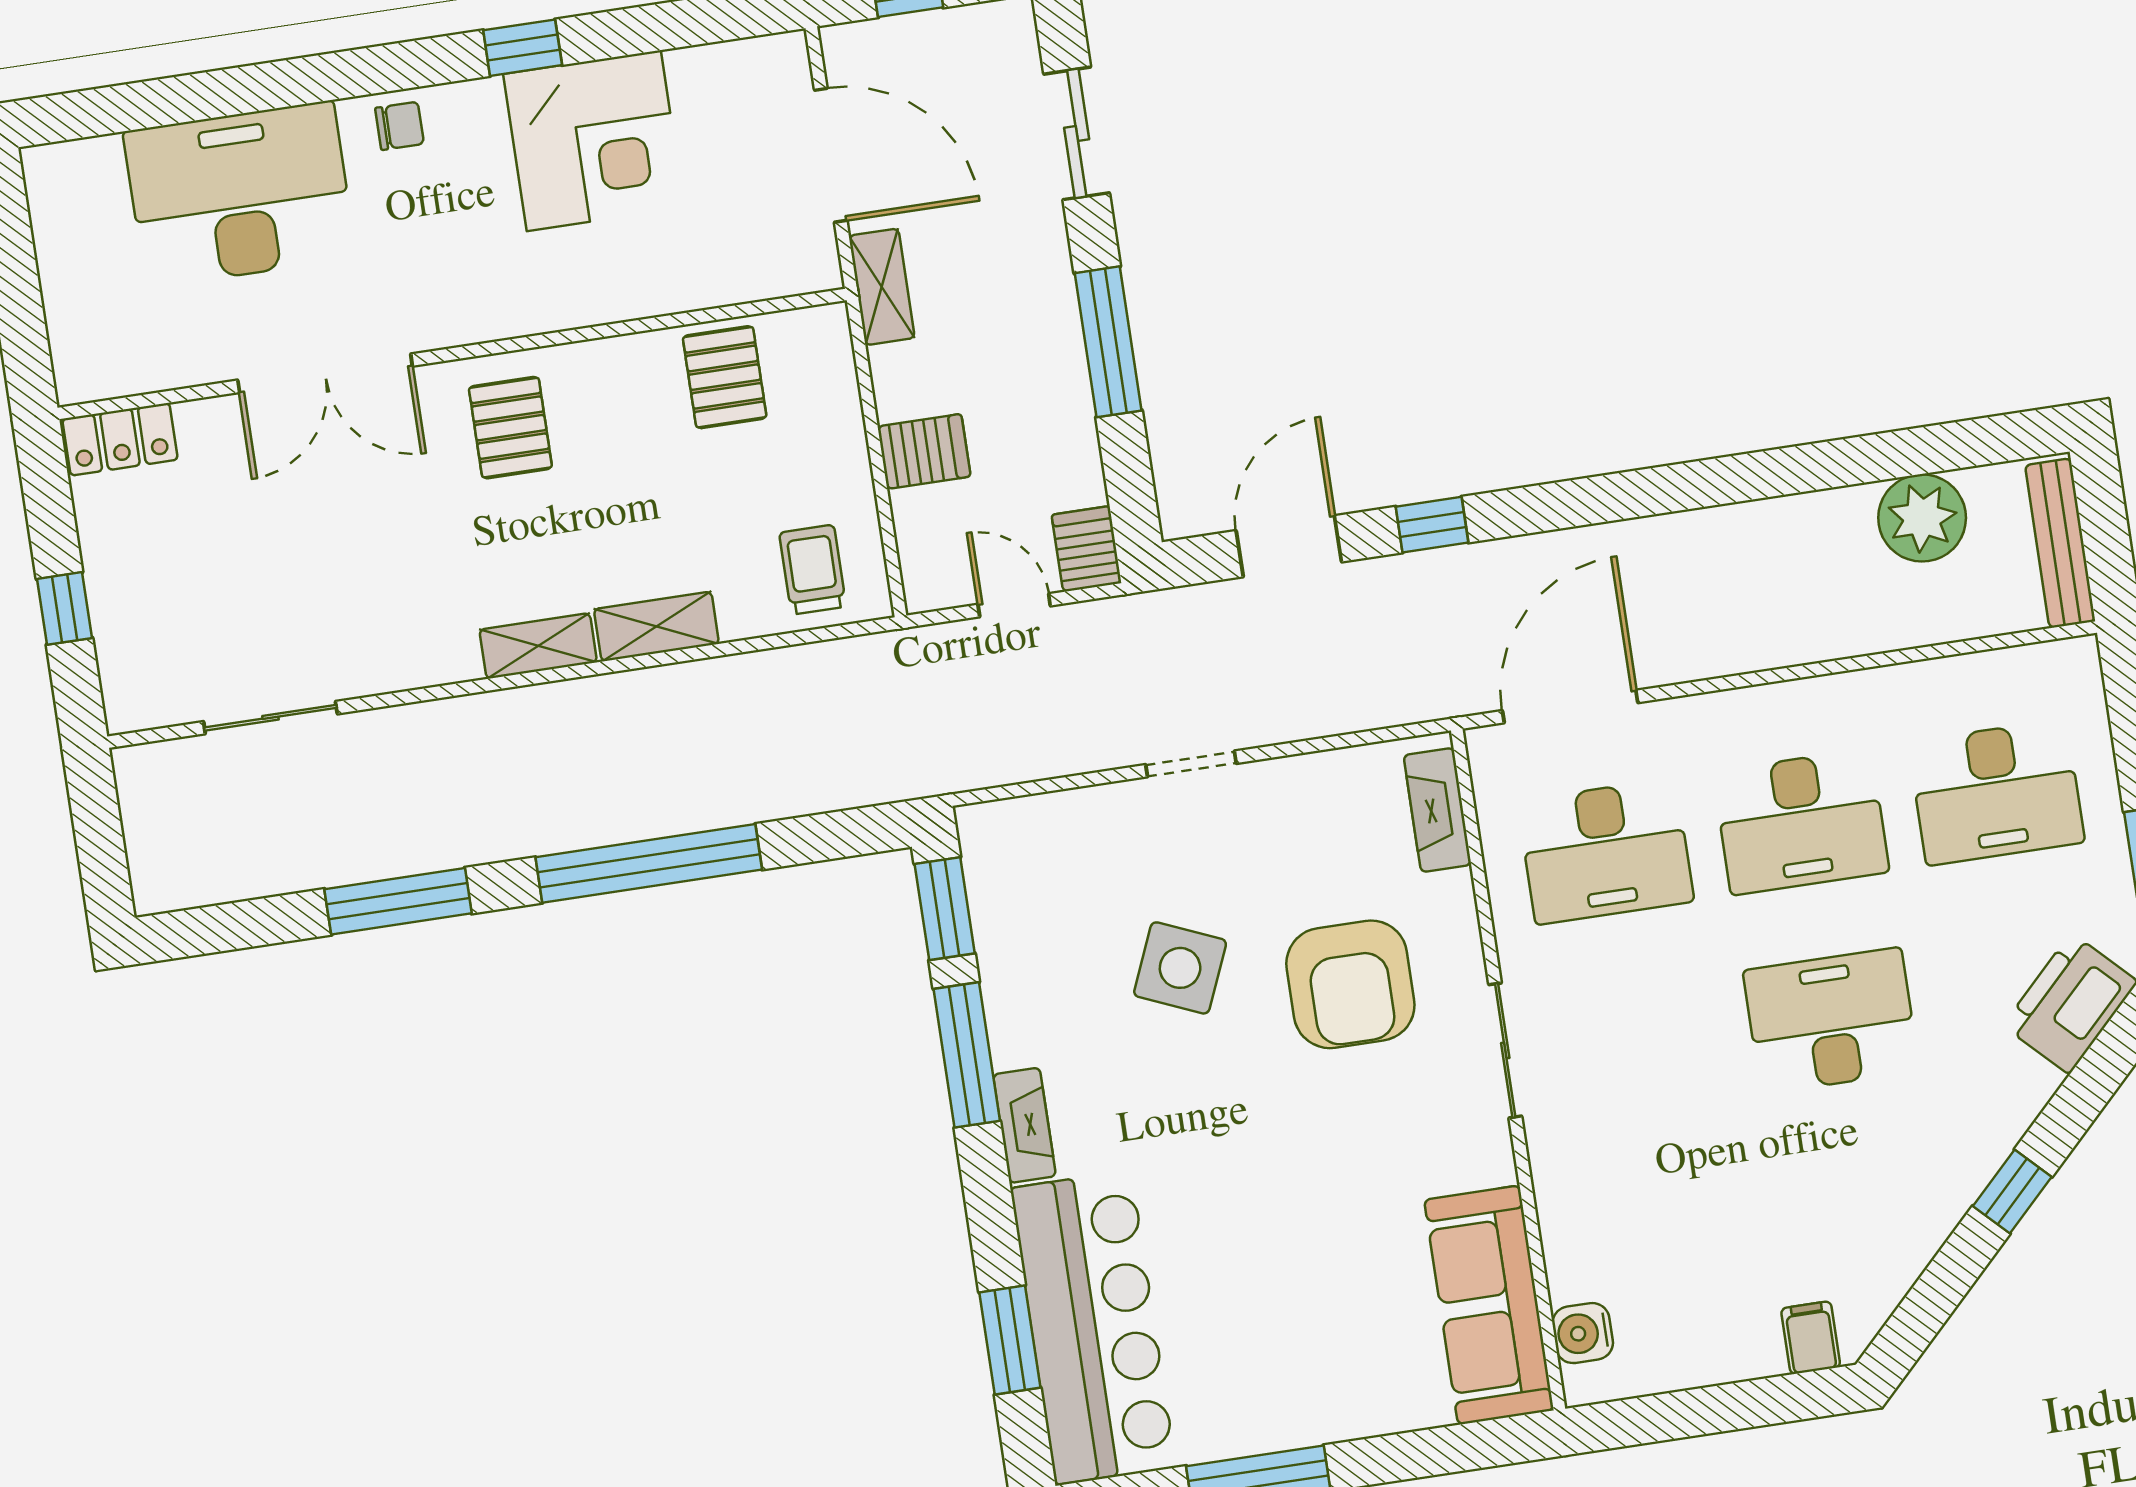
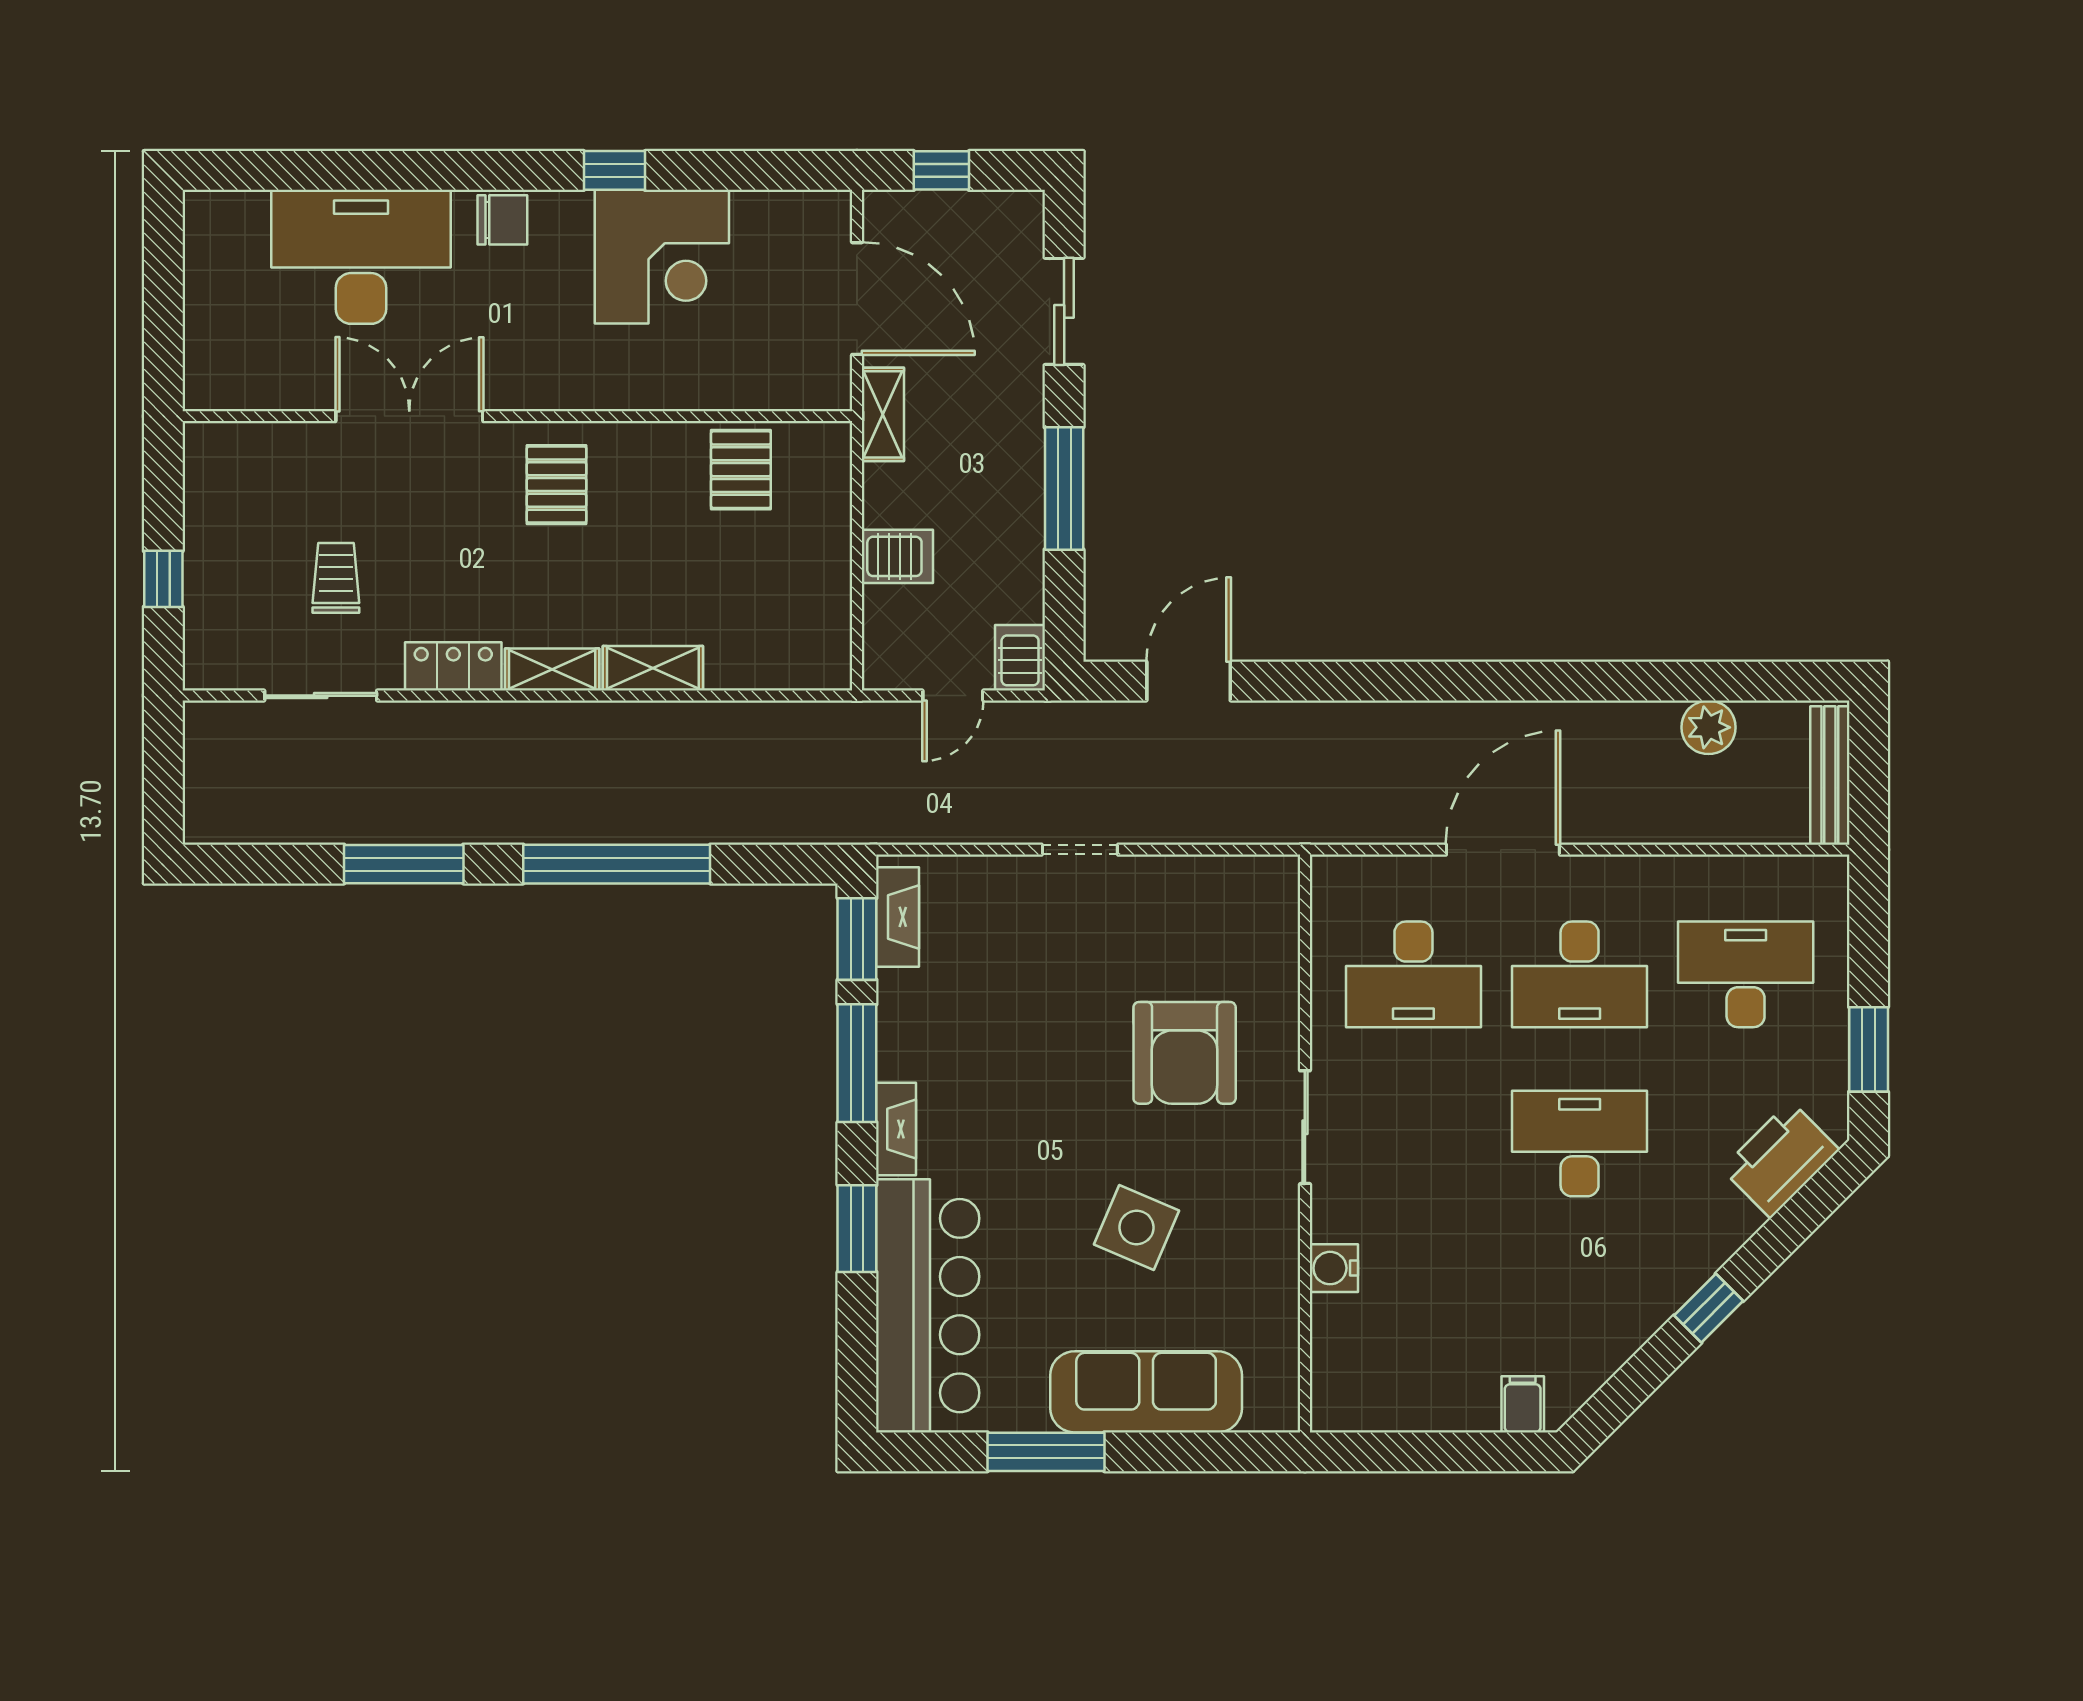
chair: (399, 126) -> (502, 220), width x1.37, depth x1.37
double door: (325, 373) -> (409, 416), swing flipped
locker: (120, 439) -> (453, 666), moved, turned 180
plant: (1922, 518) -> (1708, 727), width x0.73, depth x0.73
window: (1432, 525) -> (1310, 681), removed
trolley: (813, 570) -> (336, 578), moved
door: (1014, 605) -> (953, 696), swing flipped
door: (1570, 707) -> (1503, 850), moved
desk: (1996, 792) -> (1746, 974), turned 180
fireplace: (1437, 810) -> (898, 917), moved, turned 180
side table: (1180, 968) -> (1136, 1227), moved
sofa: (1489, 1305) -> (1146, 1392), moved, turned 90
water cooler: (1583, 1333) -> (1334, 1268), moved
window: (1010, 1340) -> (857, 1229), moved

